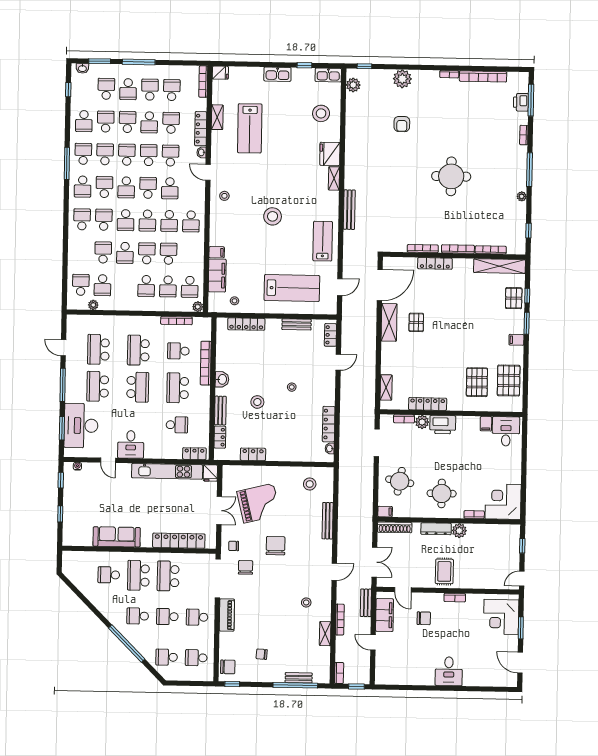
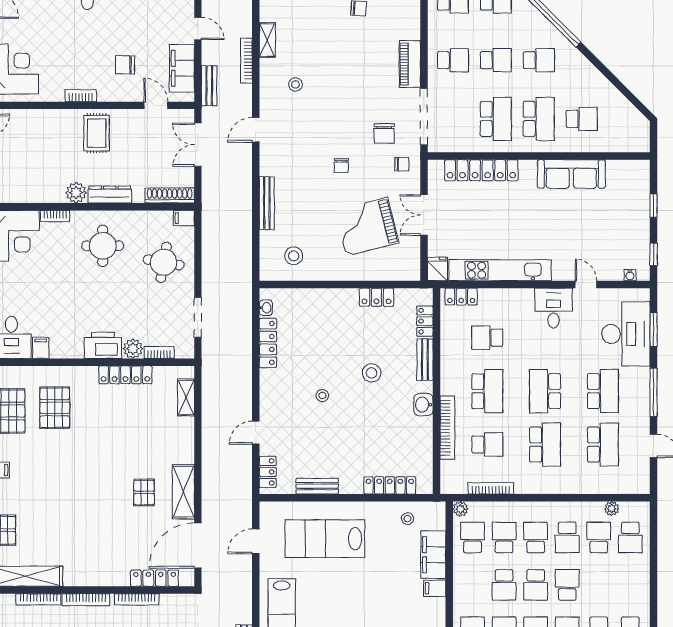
school desk: (103, 252) -> (567, 537), moved
locker: (435, 263) -> (155, 578), moved
chair: (276, 546) -> (341, 166), width x0.54, depth x0.54

